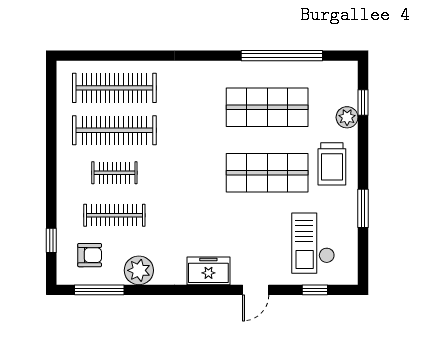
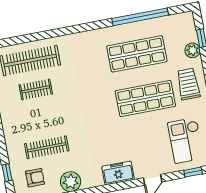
clothes rail: (114, 130) -> (36, 89), width x0.54, depth x0.76
trolley: (332, 164) -> (188, 84), turned 180
clothes rail: (114, 173) -> (41, 118), removed

